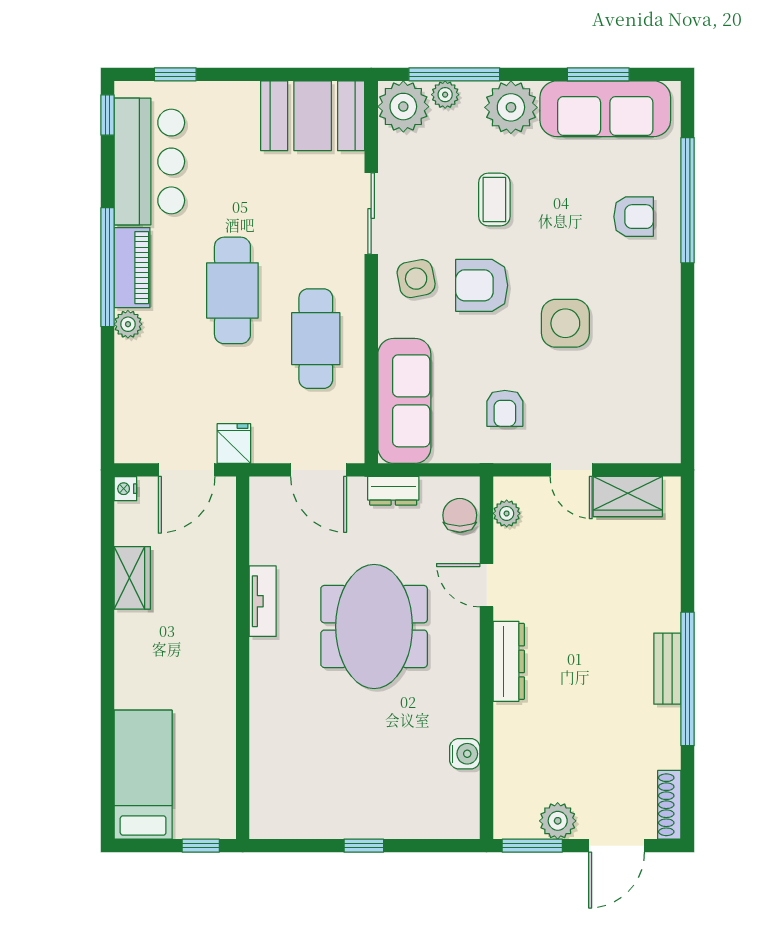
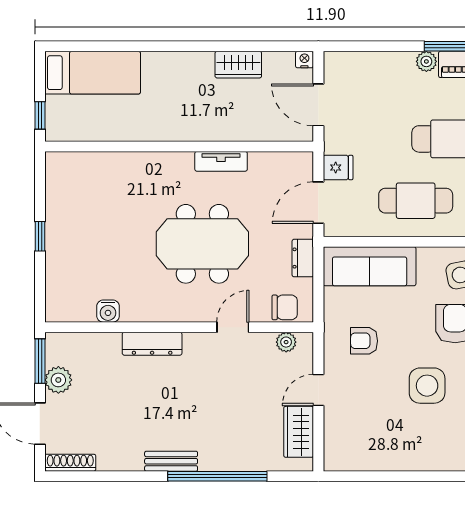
fridge: (234, 443) -> (338, 168), moved
dresser: (509, 661) -> (152, 344), moved
window: (688, 679) -> (217, 476), moved

